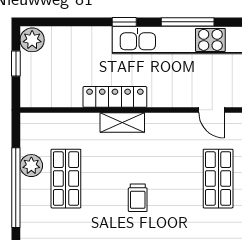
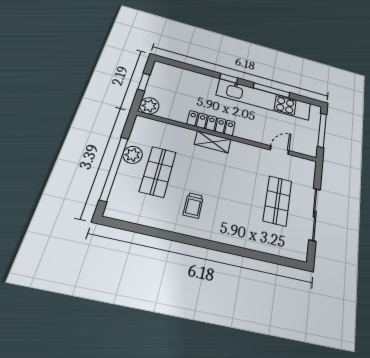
plant: (32, 40) -> (149, 106), moved
door: (211, 110) -> (280, 150), swing flipped
trolley: (138, 198) -> (193, 205), moved

